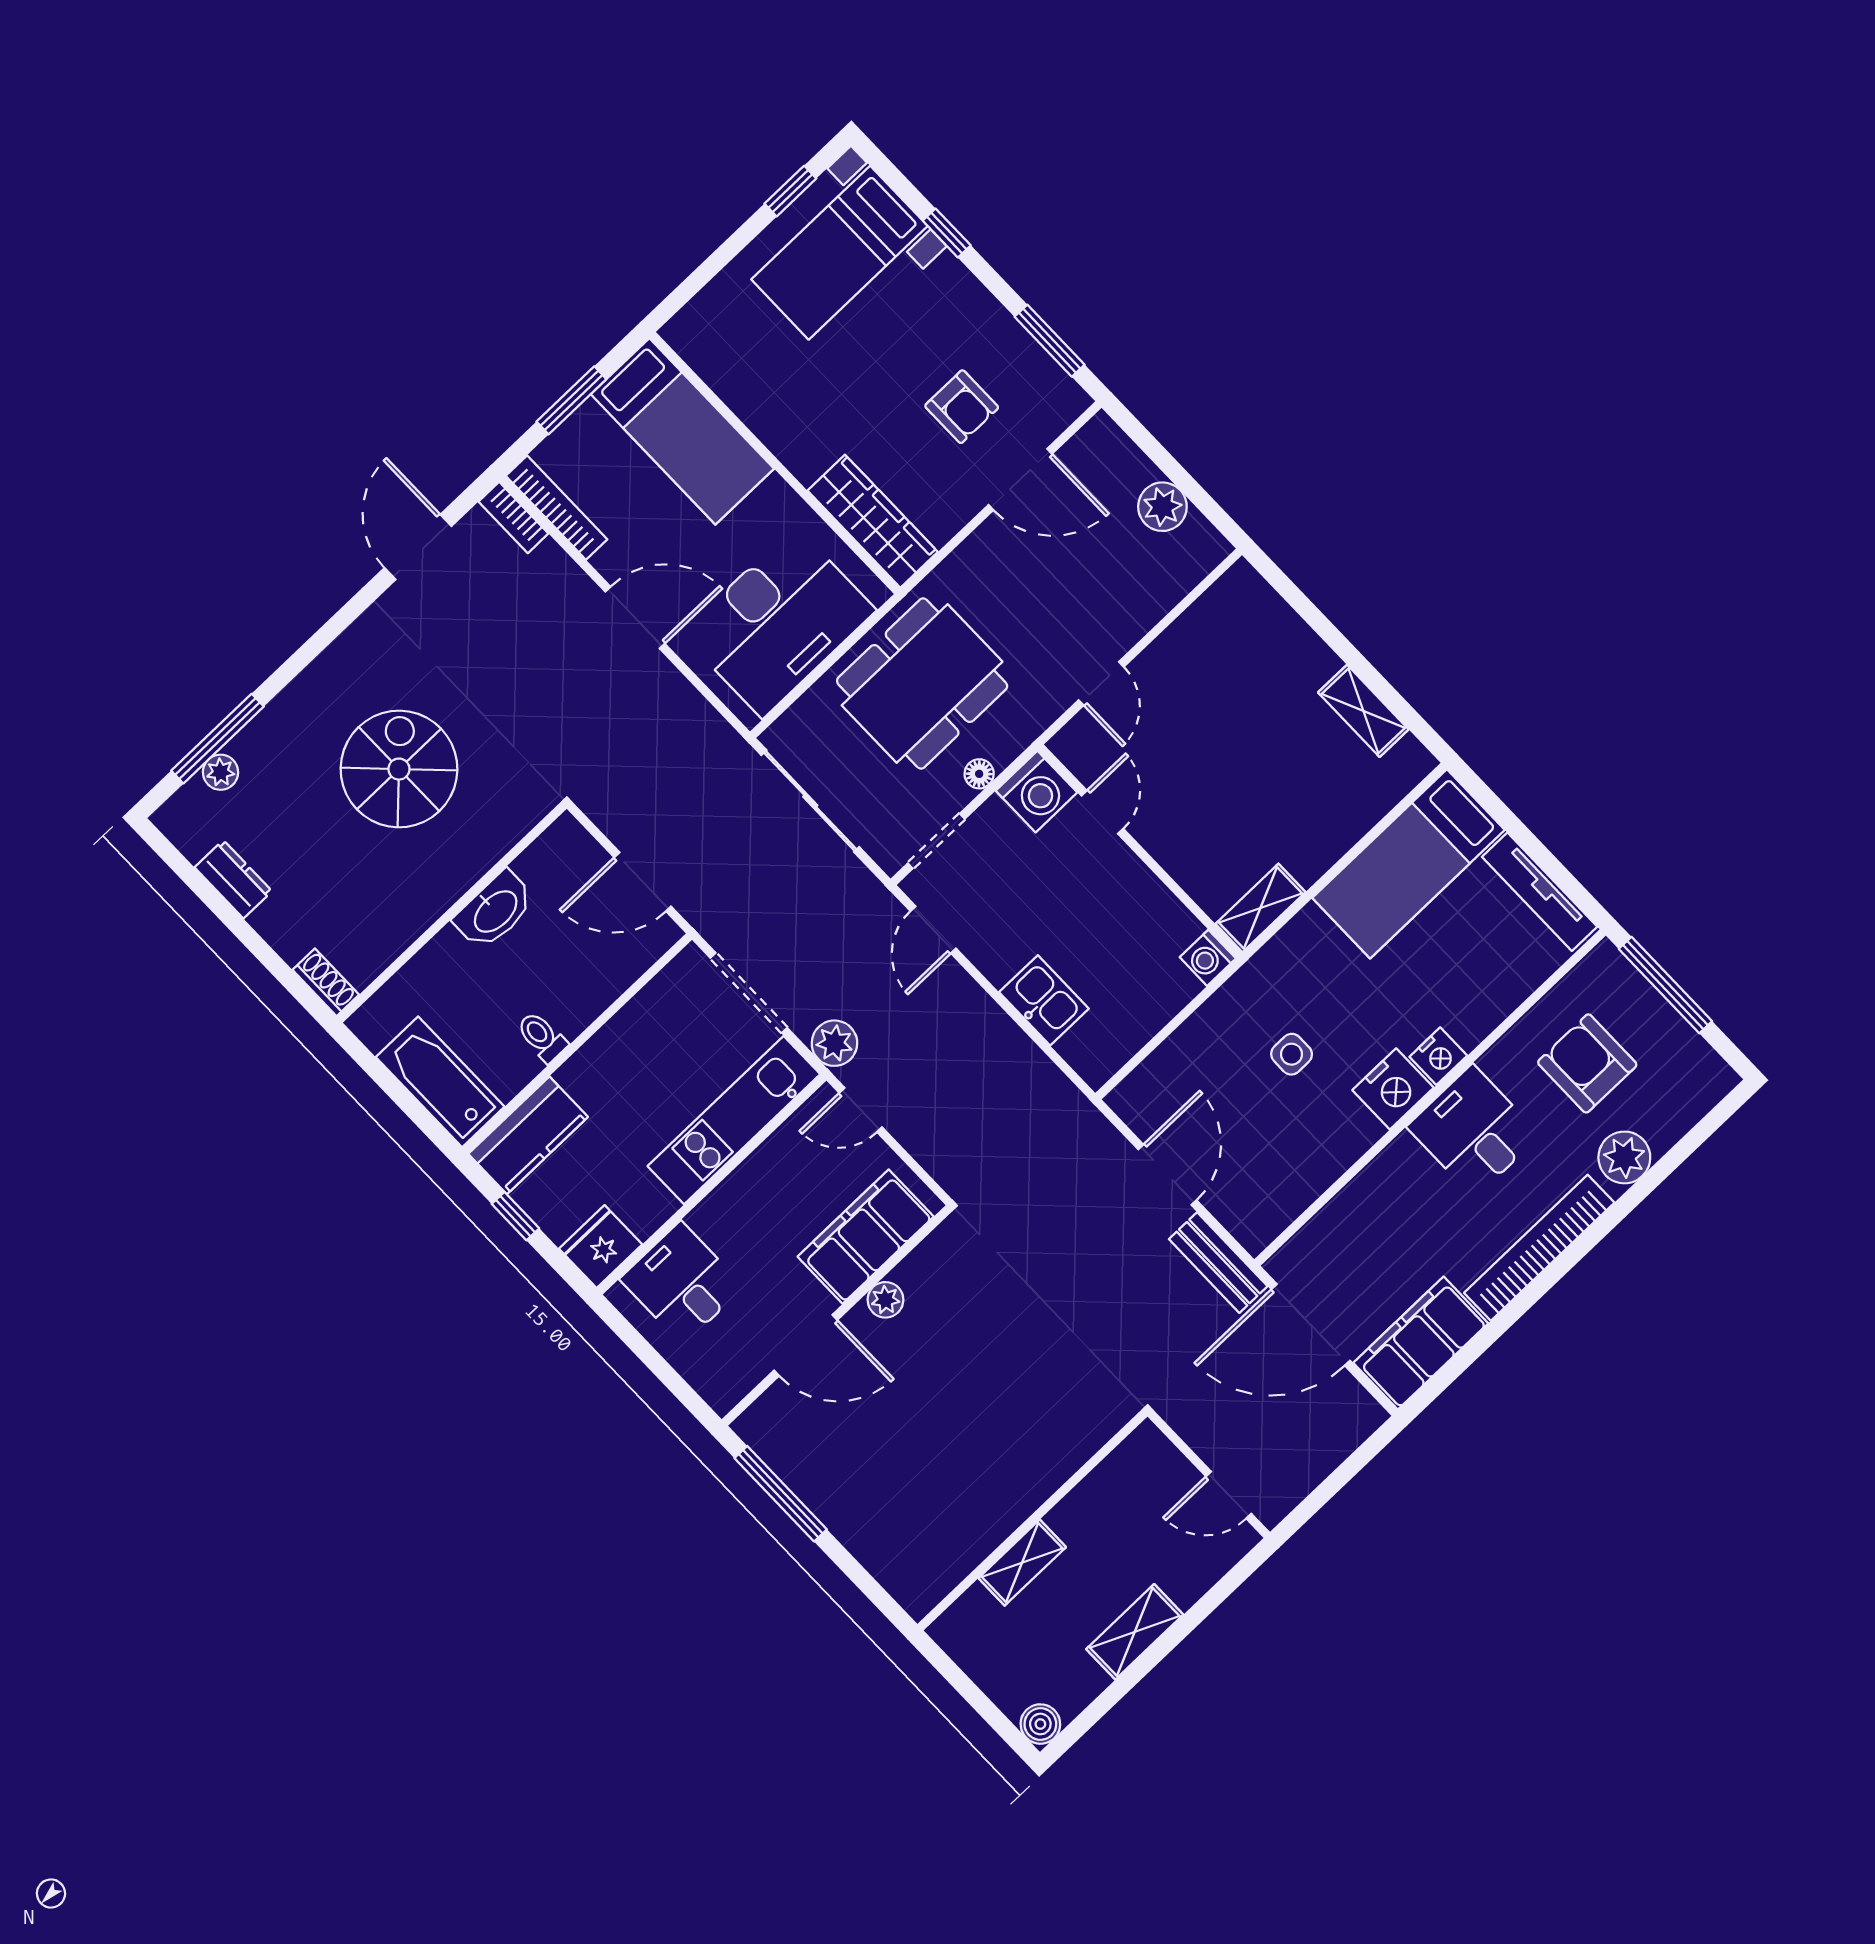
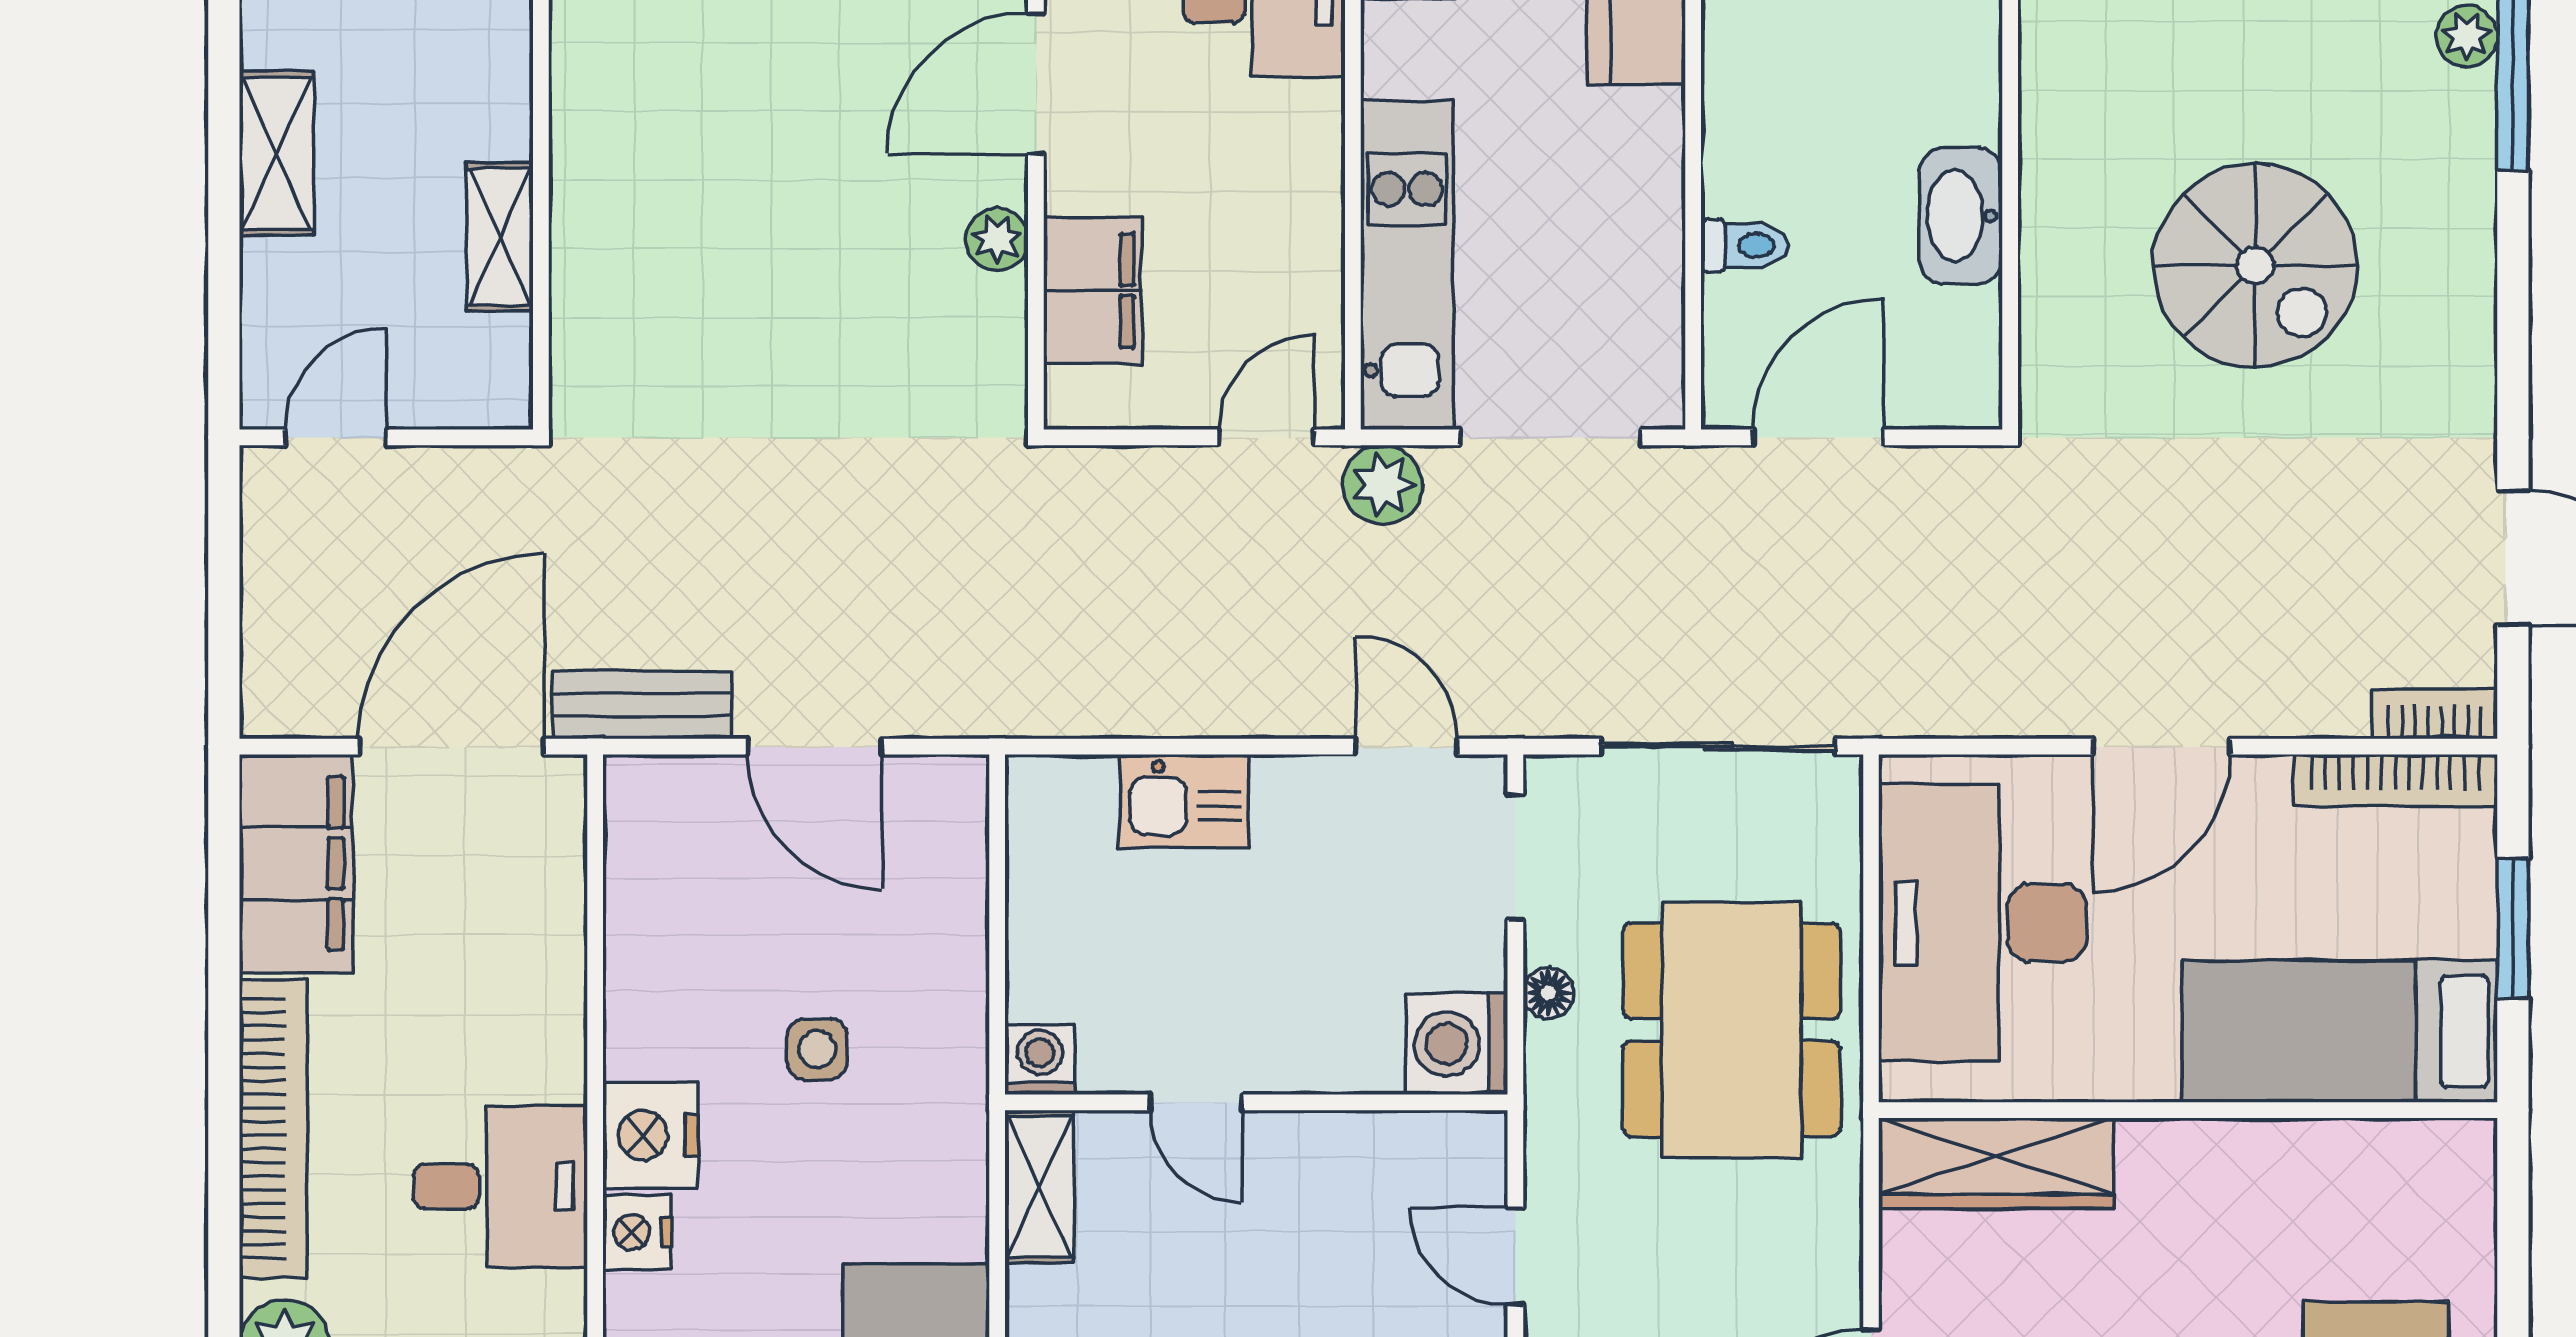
door: (1102, 812) -> (1196, 1102), moved
toilet: (542, 1037) -> (1744, 245), moved
filing cabinet: (866, 1237) -> (1093, 291), width x0.67, depth x0.86
shelving: (1022, 1563) -> (500, 237), moved

